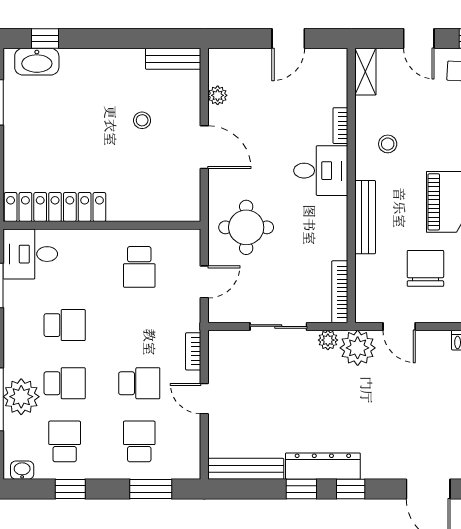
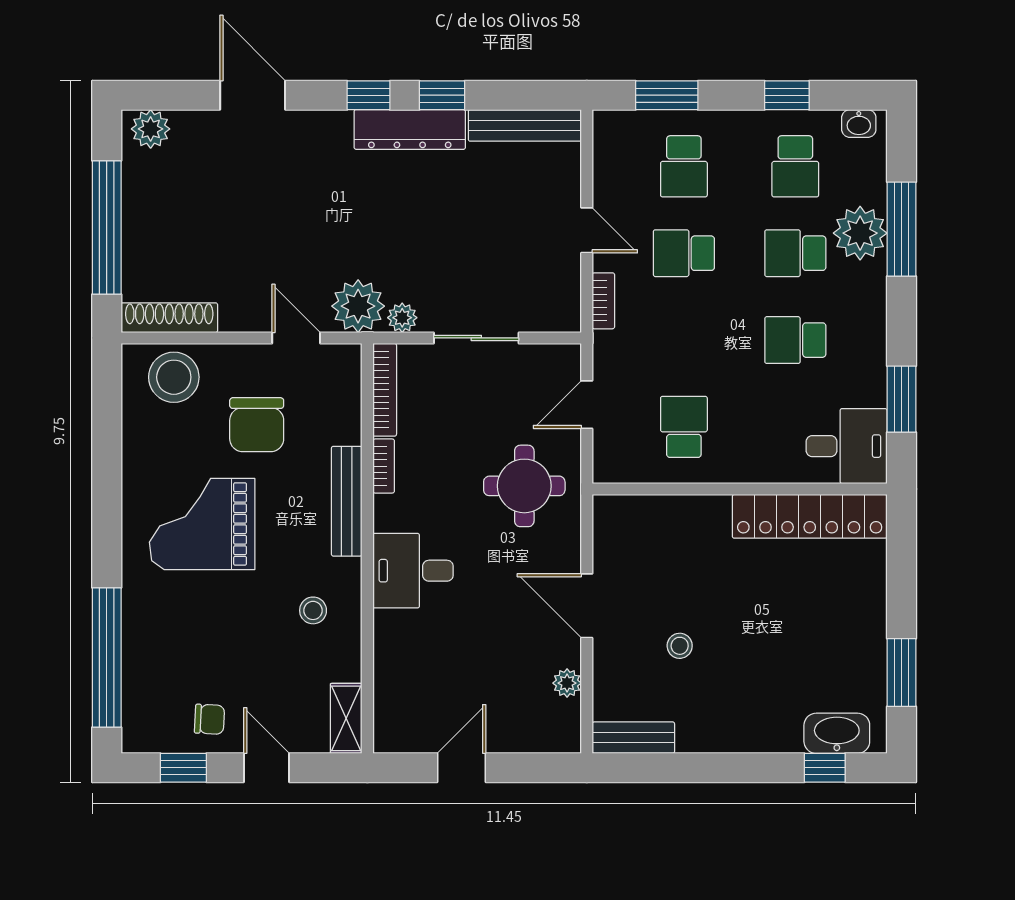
bookcase: (340, 126) -> (384, 466), moved

